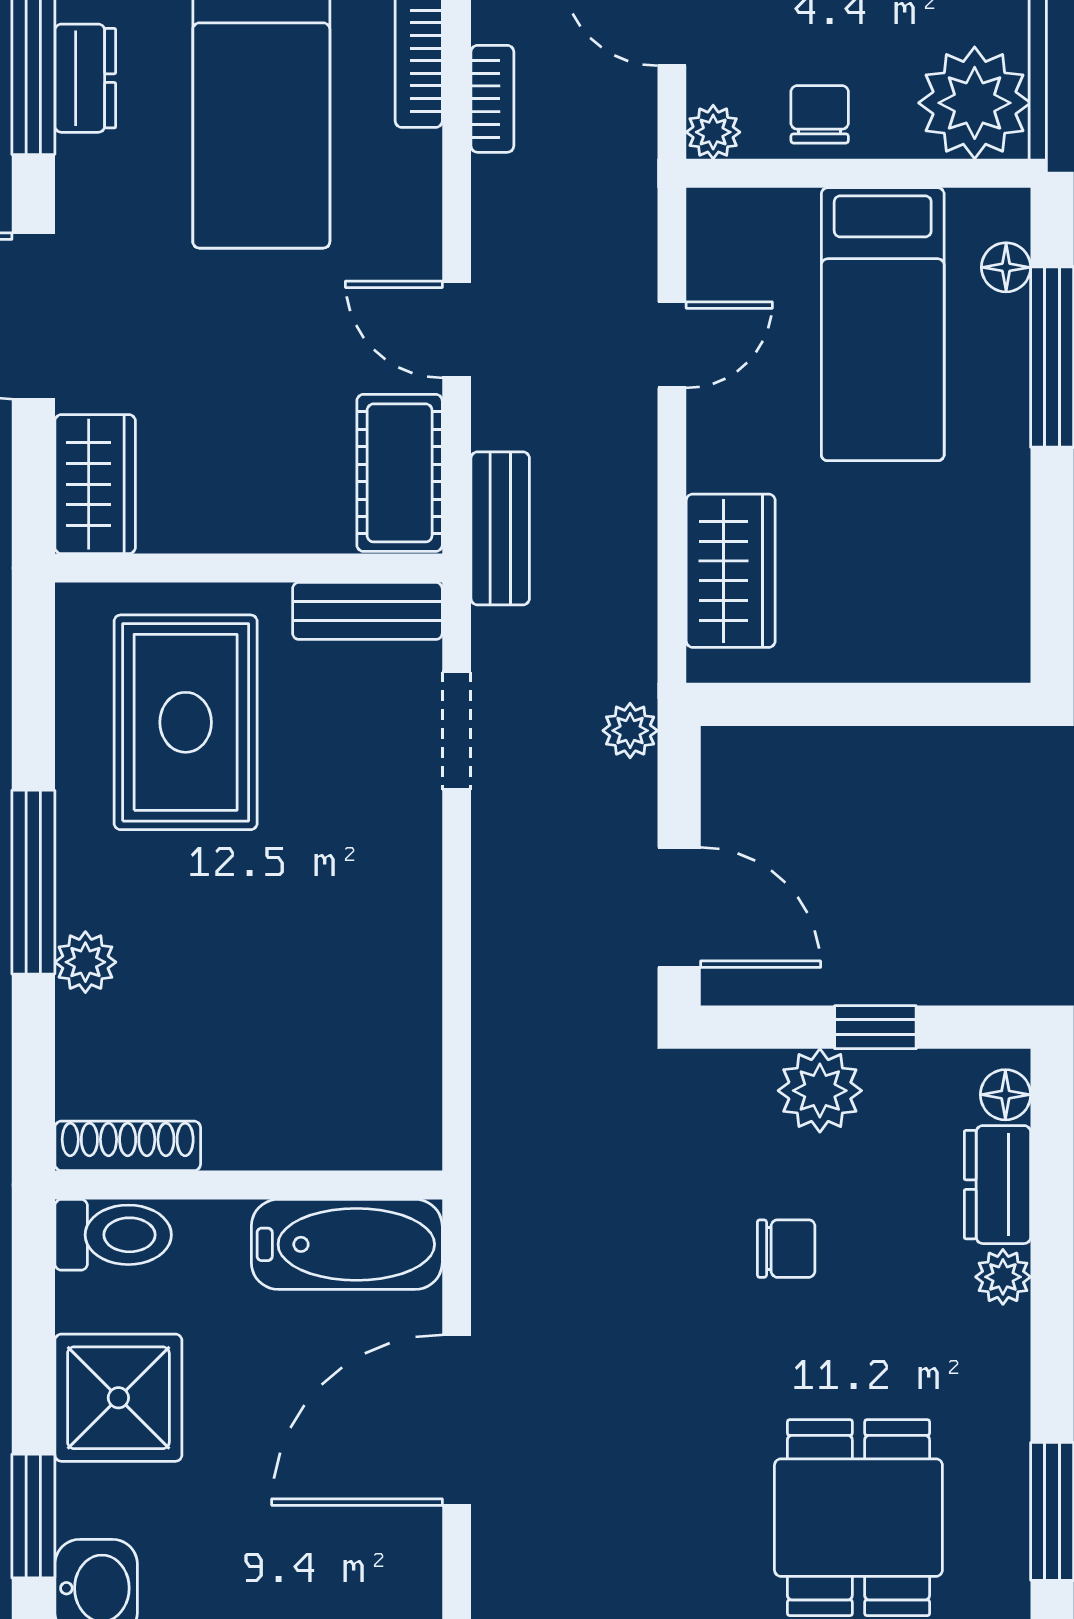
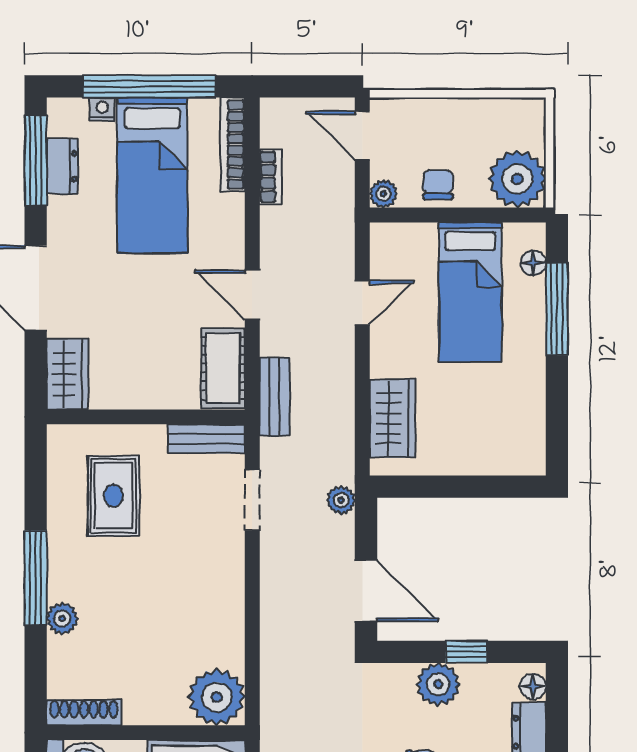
rug: (186, 722) -> (114, 496), width x0.73, depth x0.70
plant: (387, 1116) -> (217, 697), added

